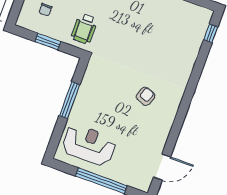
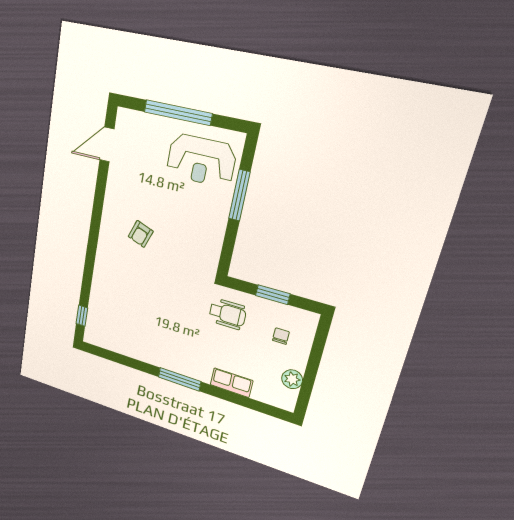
wheelchair: (84, 29) -> (228, 314), turned 90
window: (70, 100) -> (239, 195), moved

